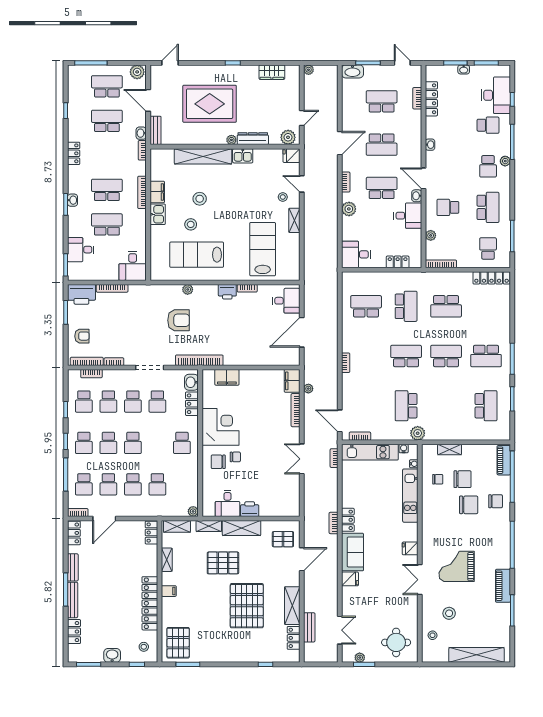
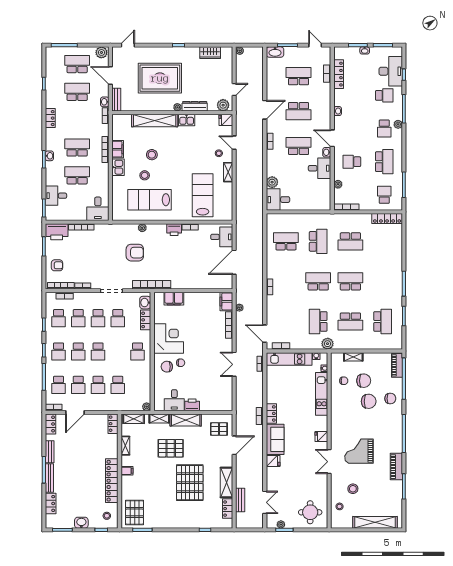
plant: (349, 209) -> (272, 182), moved
locker: (398, 262) -> (311, 206), removed
school desk: (486, 356) -> (350, 321), moved

